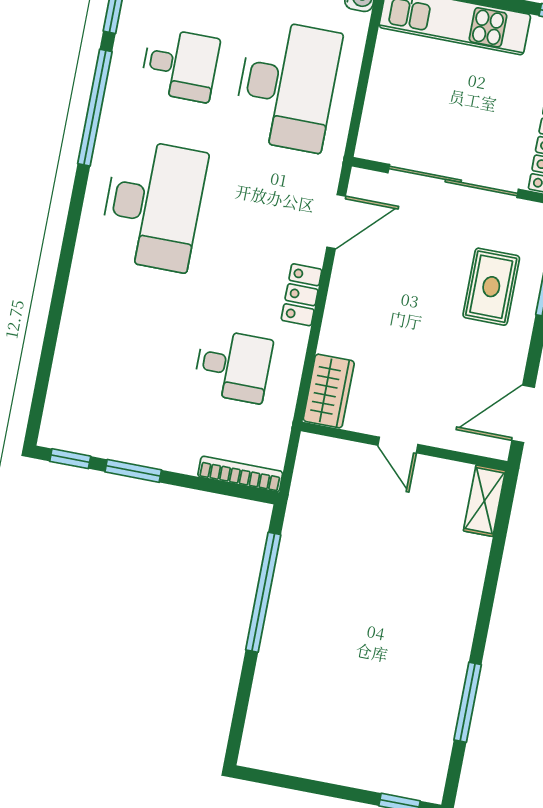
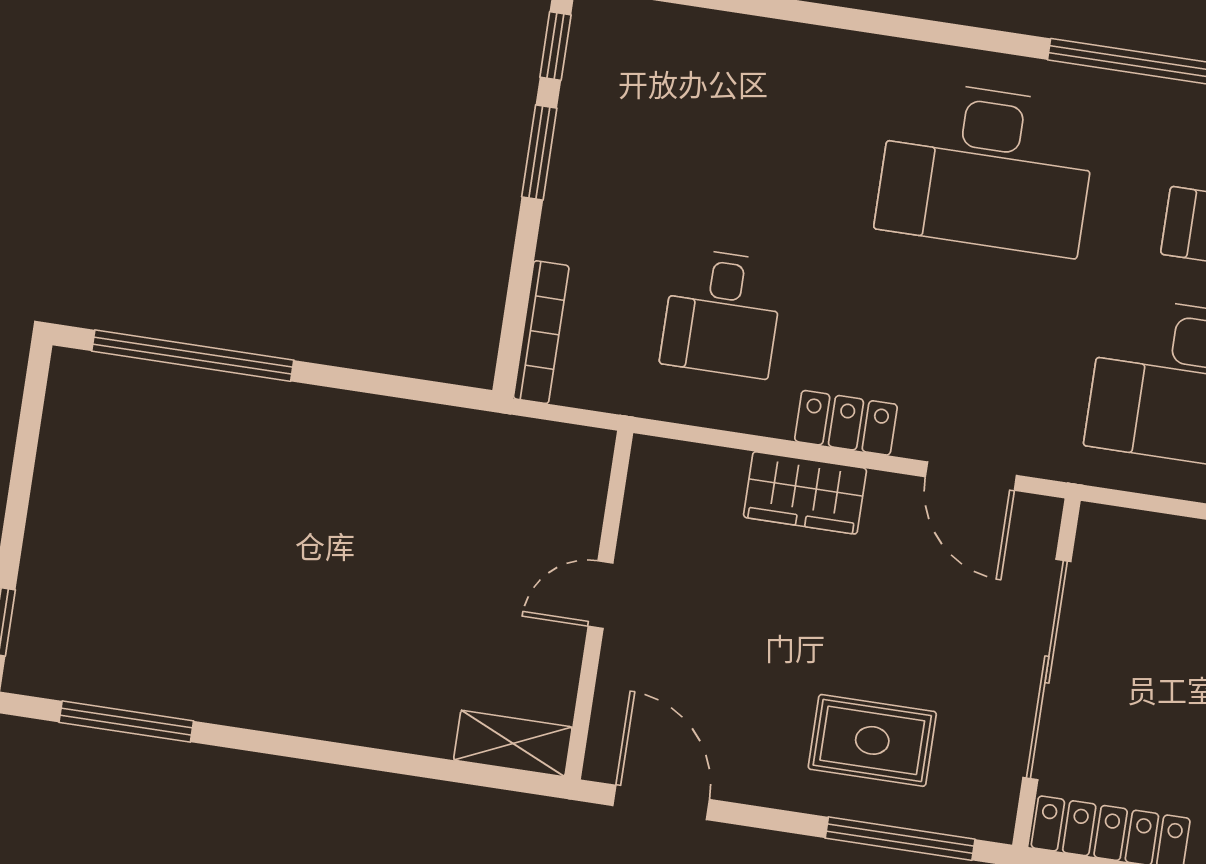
wardrobe: (329, 391) -> (805, 493), moved
window: (263, 592) -> (193, 356), moved
window: (468, 702) -> (126, 722), moved

